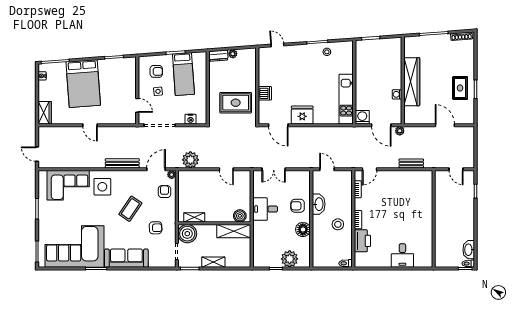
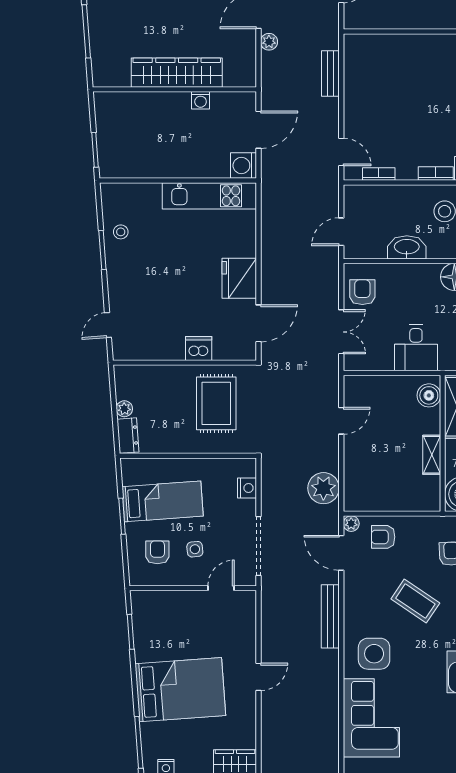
plant: (400, 131) -> (269, 42), moved
armchair: (298, 206) -> (362, 292), moved, turned 180
shelving: (194, 217) -> (432, 455), moved

